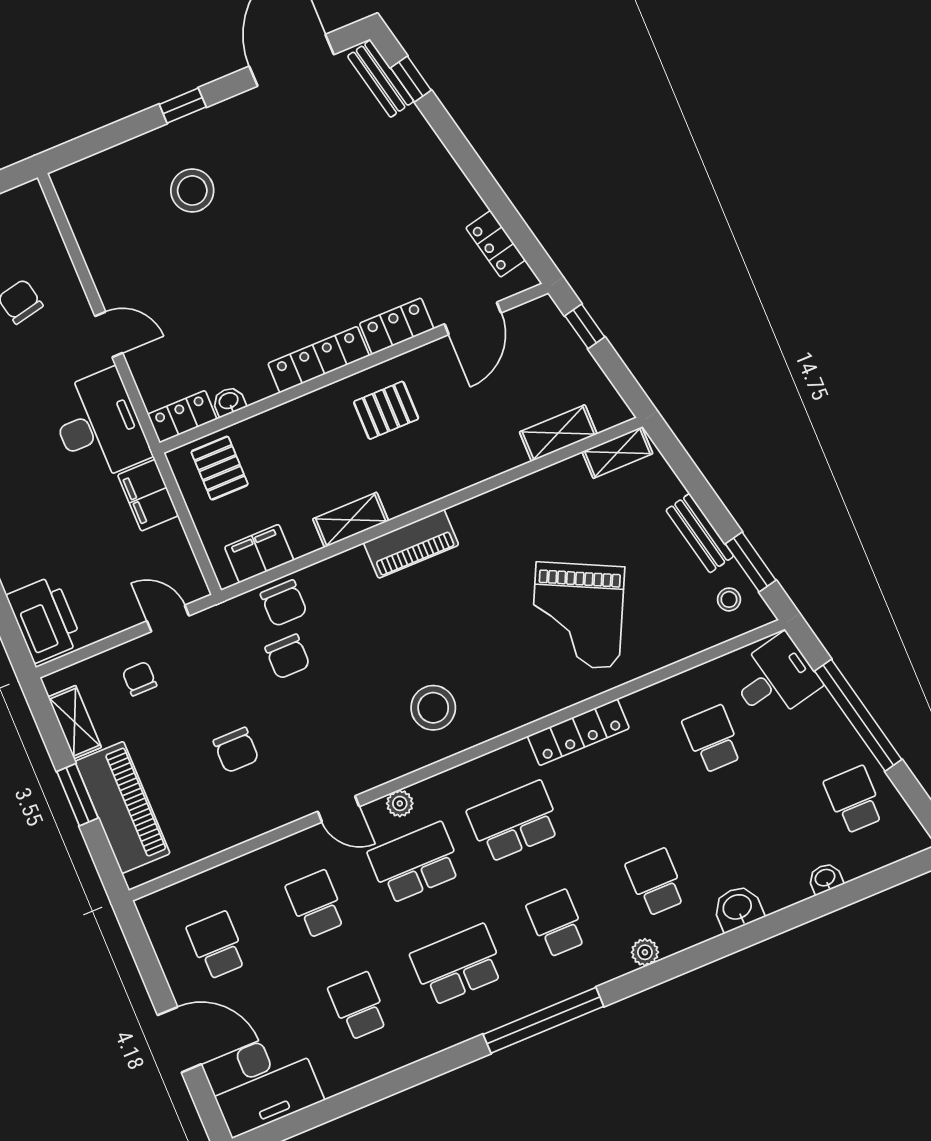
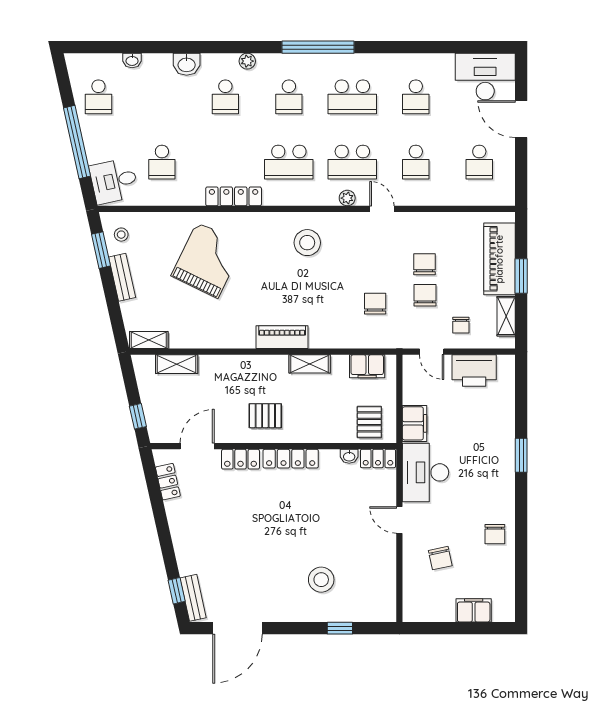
window: (183, 106) -> (340, 628), moved
chair: (284, 603) -> (425, 295), moved
printer: (45, 619) -> (474, 370), moved, turned -90

